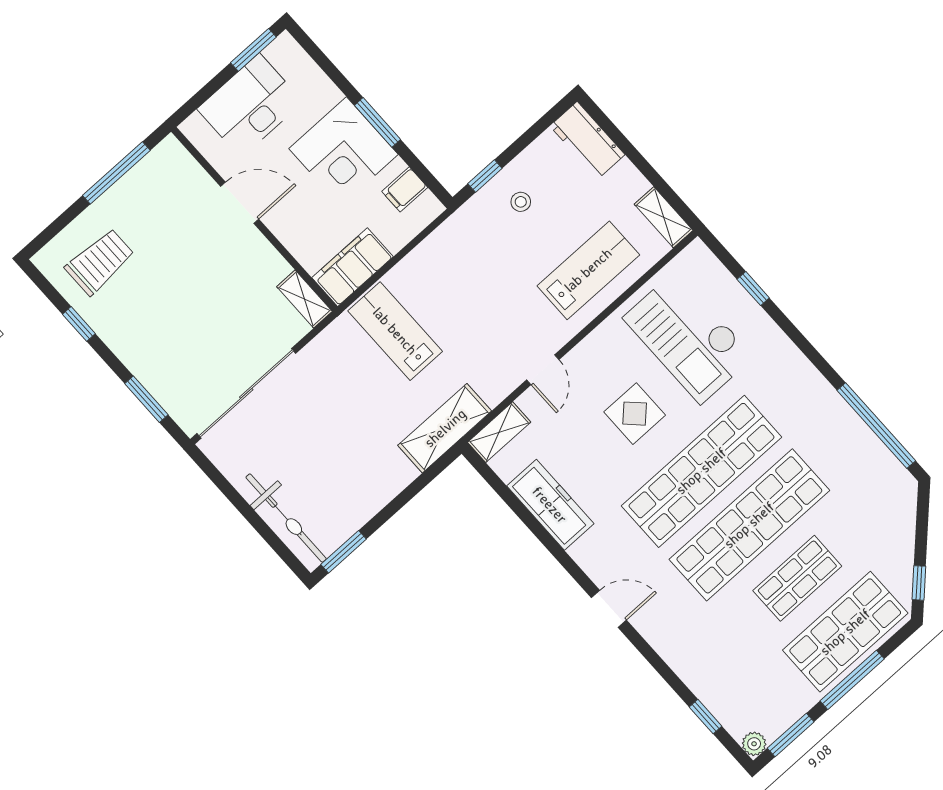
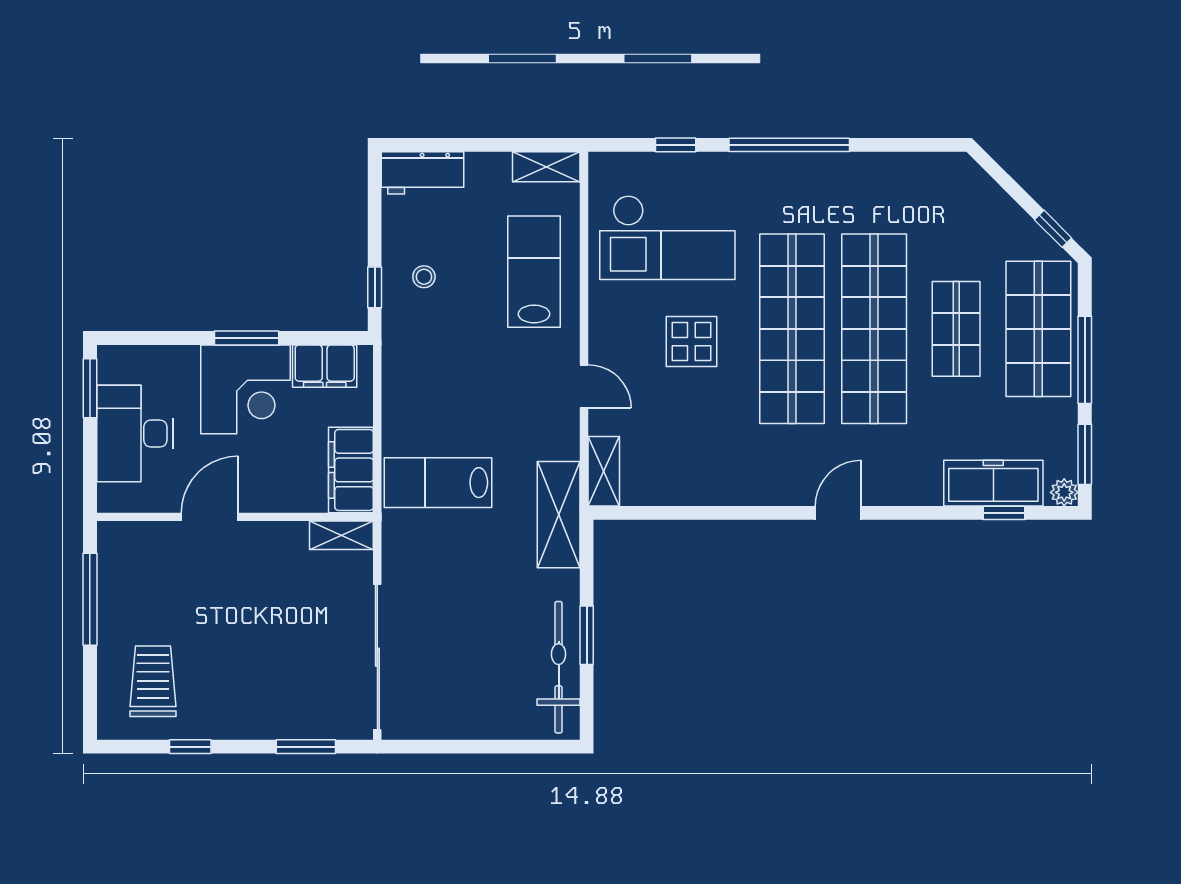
filing cabinet: (405, 189) -> (325, 366), width x2.00
window: (876, 426) -> (789, 145), moved
freezer: (550, 505) -> (993, 483), moved
bicycle: (286, 518) -> (559, 667), moved, turned -90
window: (344, 552) -> (587, 635), moved

